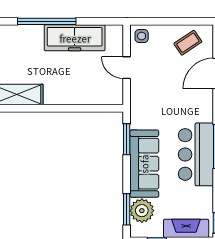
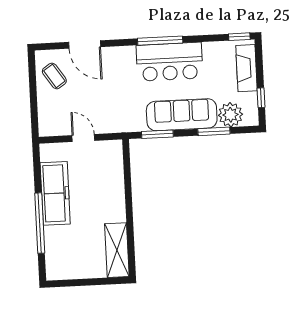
side table: (142, 36) -> (50, 124), removed
door: (127, 68) -> (83, 138), swing flipped
window: (127, 209) -> (214, 131), moved

